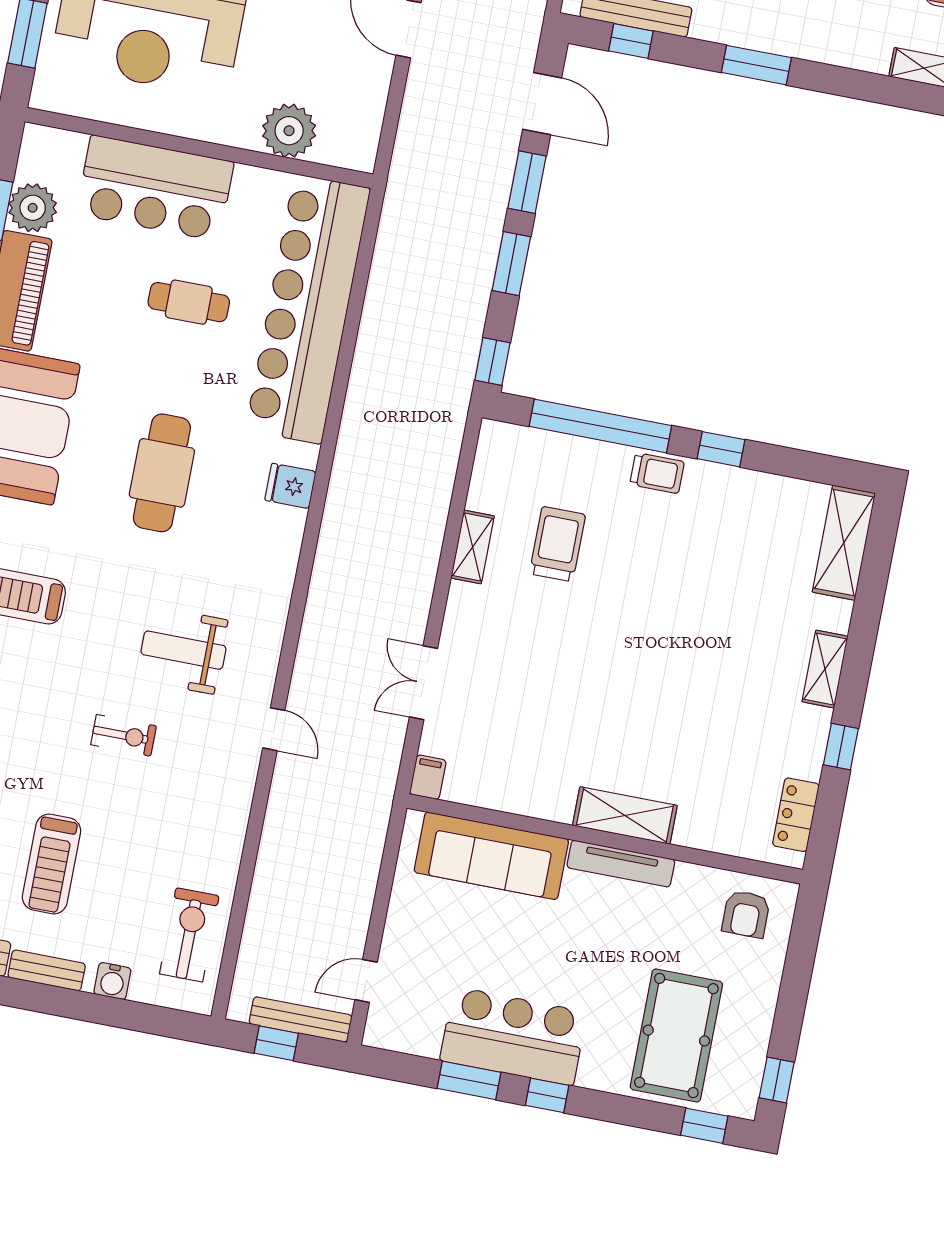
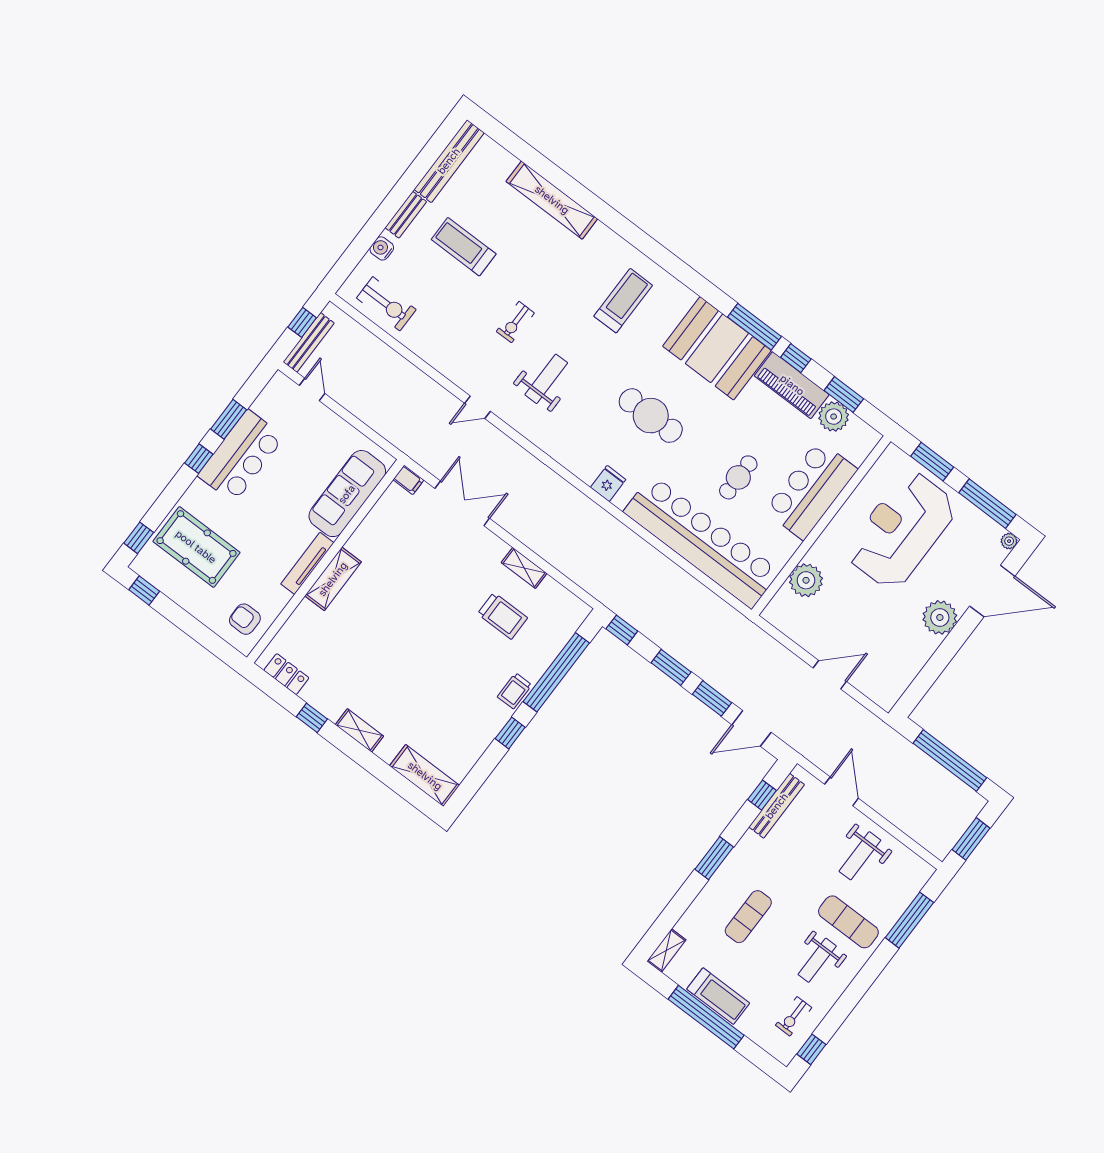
double door: (424, 683) -> (462, 503), width x1.37

